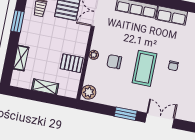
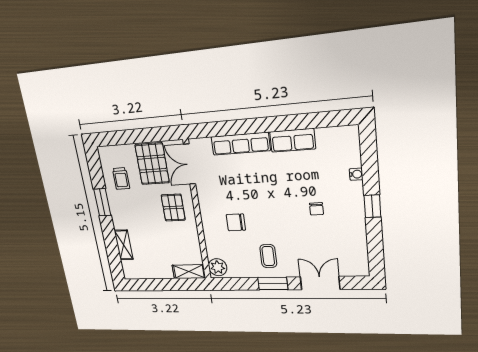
plant: (94, 55) -> (207, 220), removed
pallet: (72, 63) -> (173, 208), moved, turned 90
coffee table: (144, 68) -> (268, 256), moved, width x0.54, depth x0.58
shelving: (45, 87) -> (189, 272), moved

